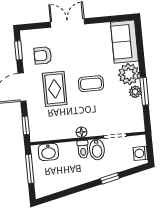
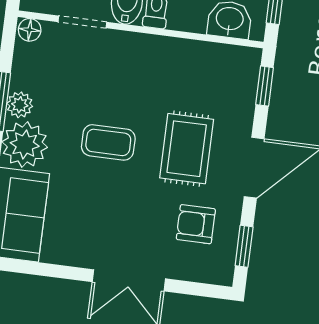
armchair: (43, 55) -> (196, 224), turned 180
floor lamp: (81, 132) -> (30, 30), moved

